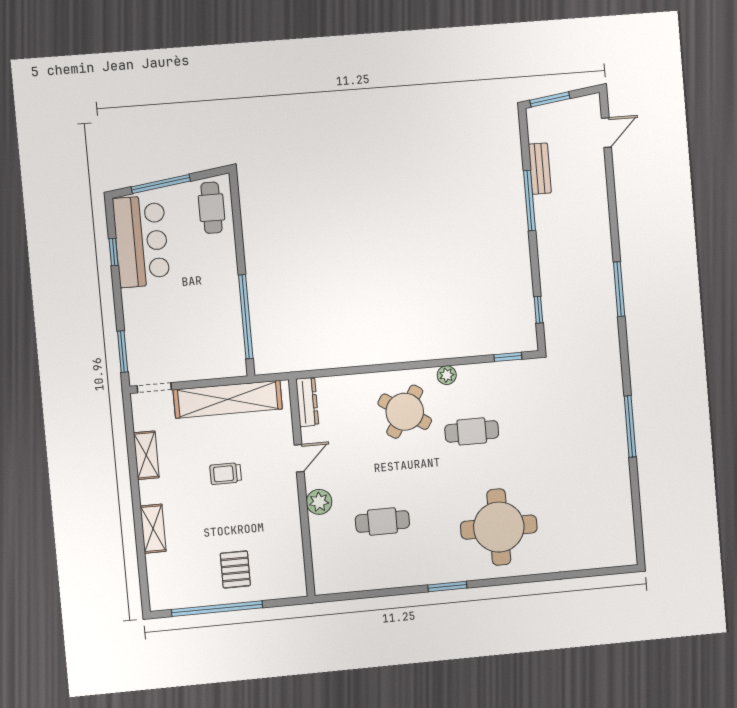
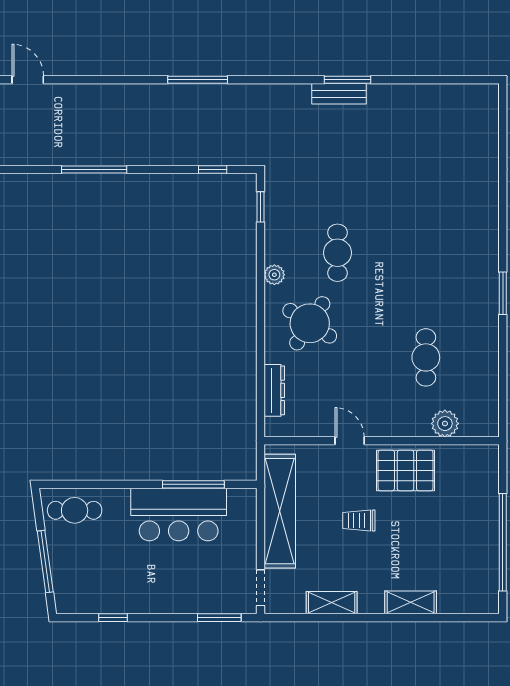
bench: (540, 169) -> (339, 94), moved
bar counter: (141, 241) -> (179, 514), moved, turned 180
window: (246, 317) -> (193, 484), width x0.68
dresser: (307, 402) -> (274, 390), moved, turned 90
window: (630, 426) -> (347, 80), width x0.69
trolley: (226, 474) -> (359, 520), turned 90
plant: (319, 502) -> (445, 424), moved
round table: (499, 527) -> (444, 232), removed
pallet: (235, 569) -> (405, 470), moved, width x1.50, depth x1.42

